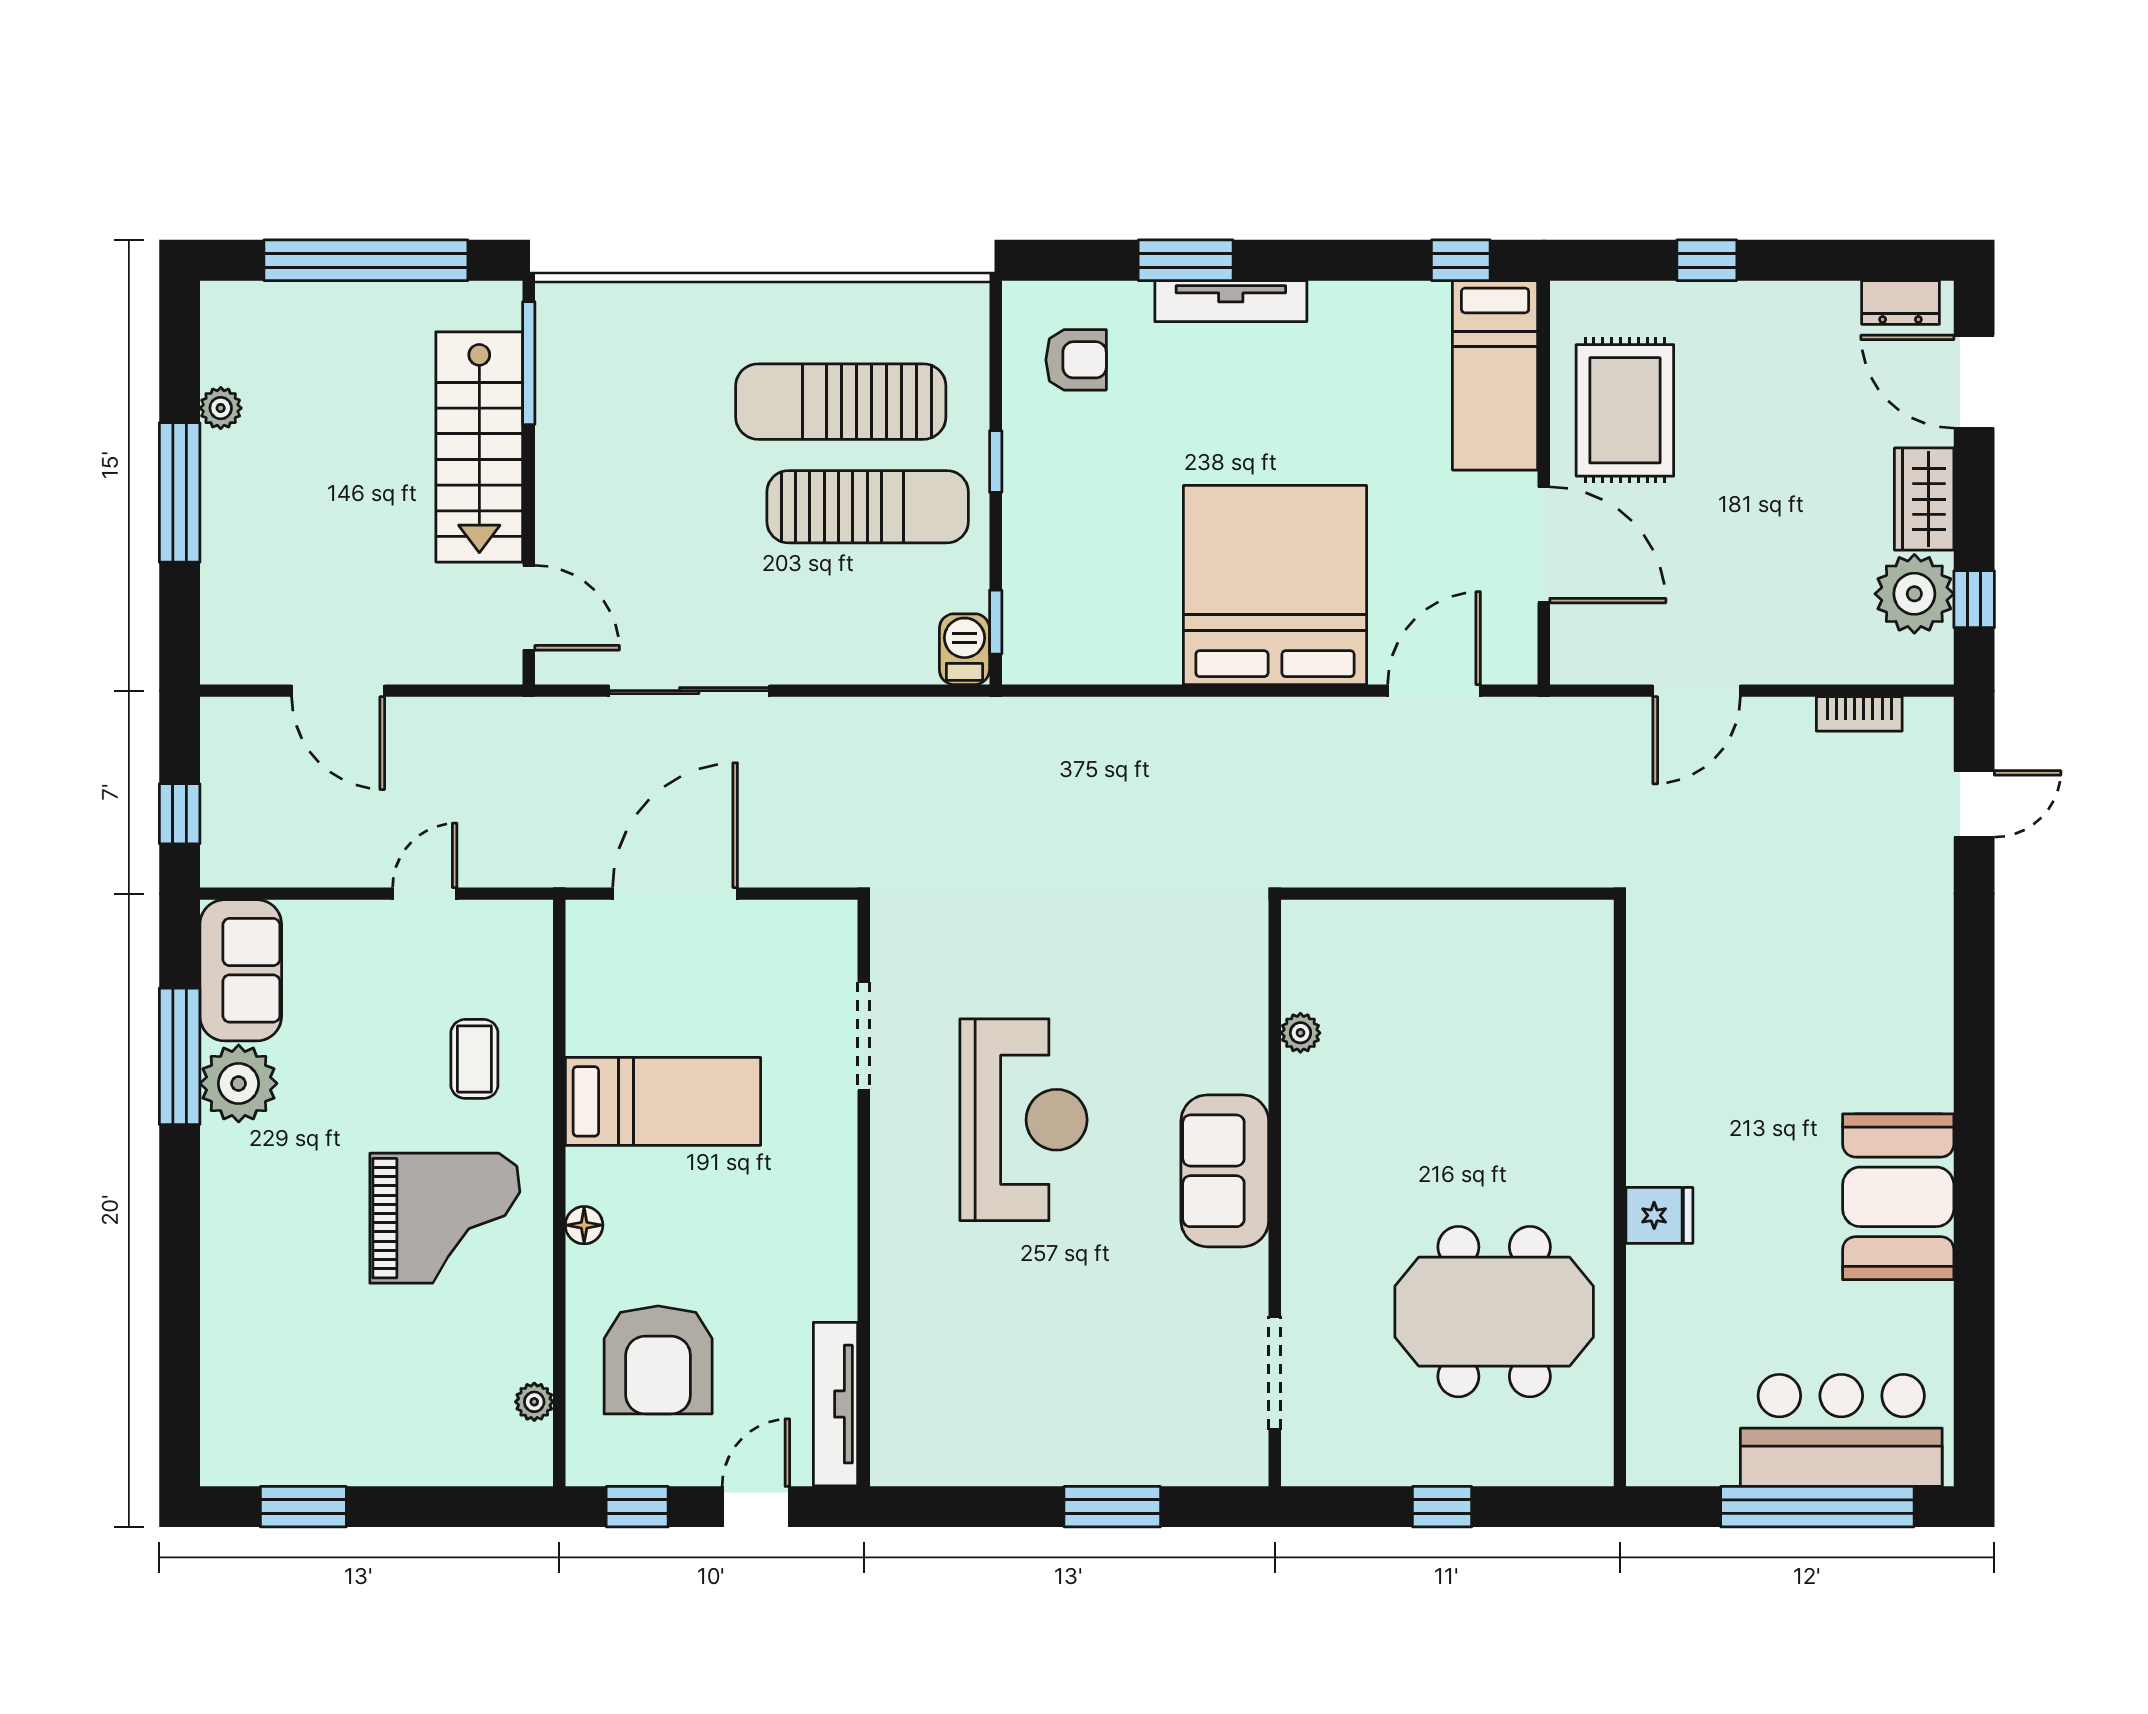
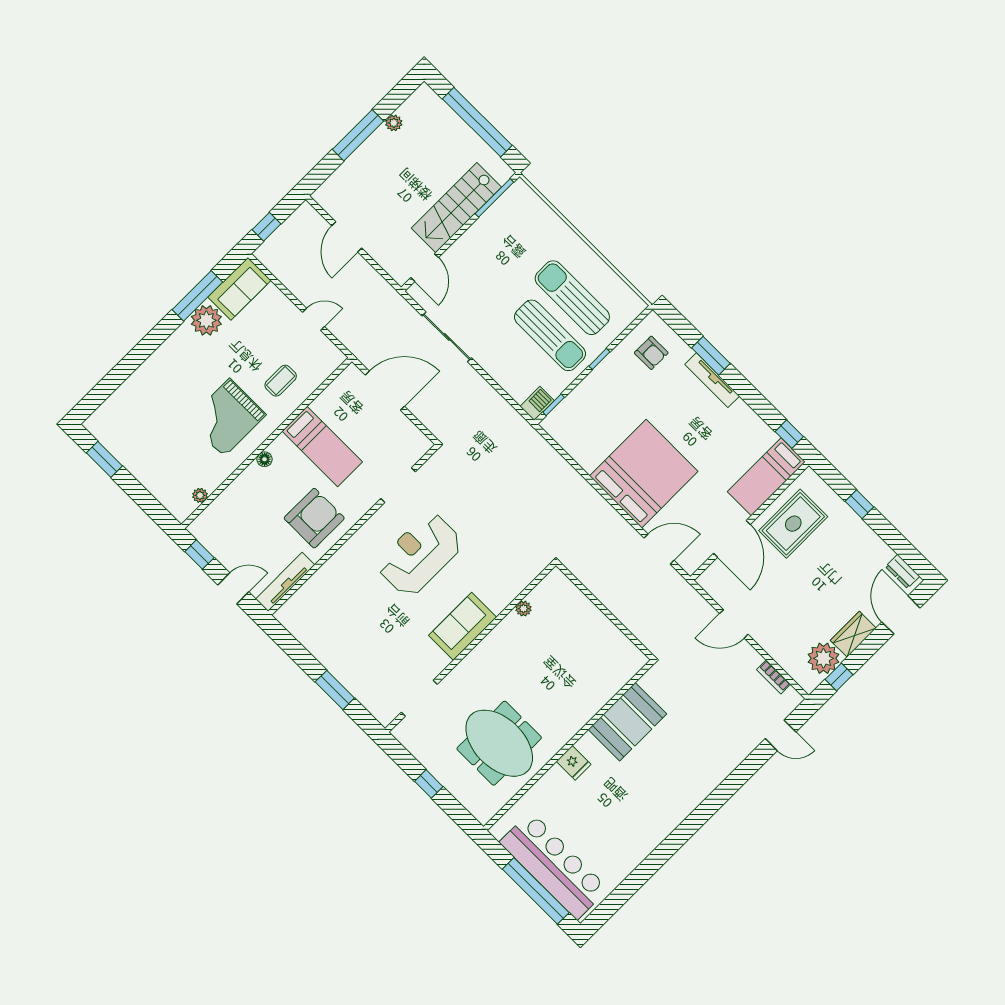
reception desk: (1024, 1120) -> (420, 554), turned 180
booth: (1898, 1197) -> (627, 722), moved
grand piano: (445, 1218) -> (227, 418), turned 90
armchair: (658, 1360) -> (314, 518), moved, turned 180
bar counter: (1841, 1430) -> (554, 865), width x1.36

